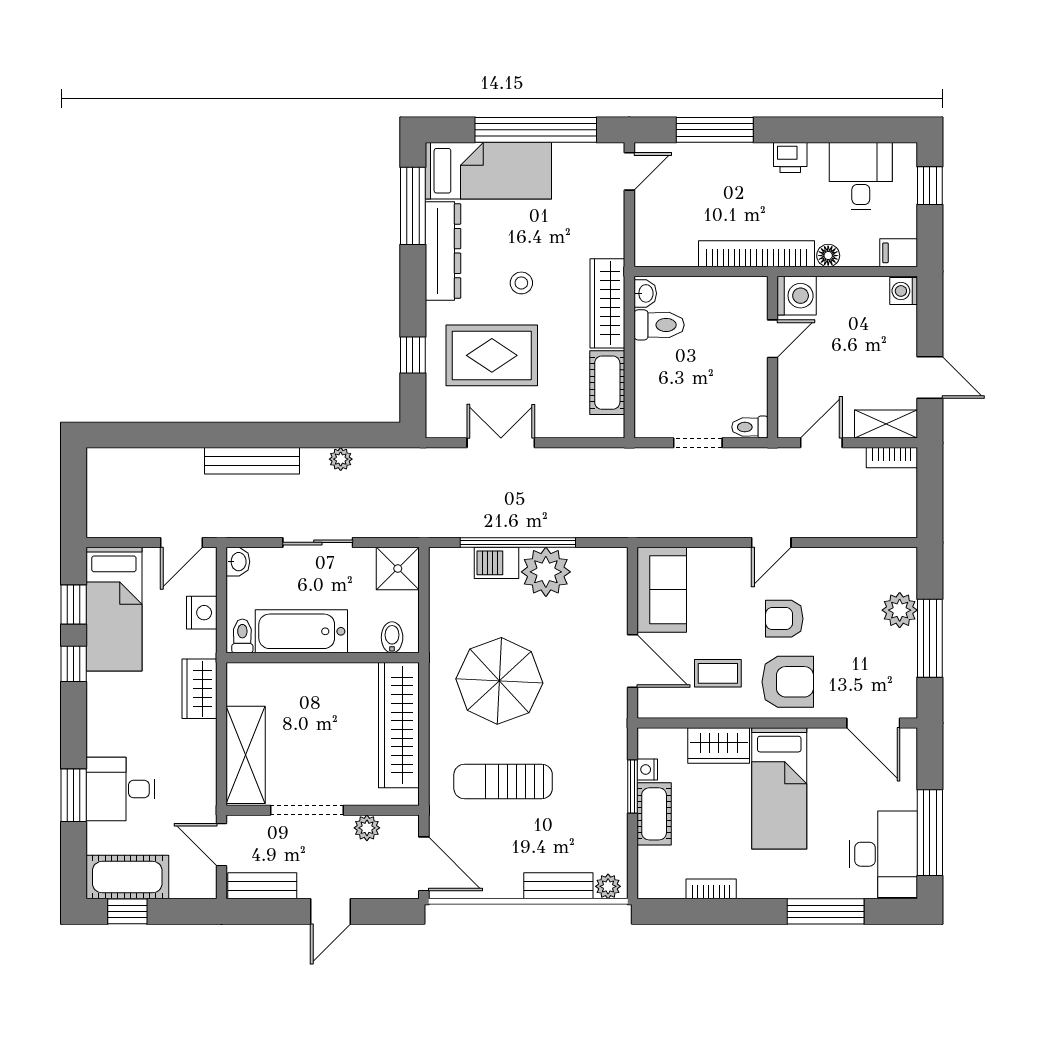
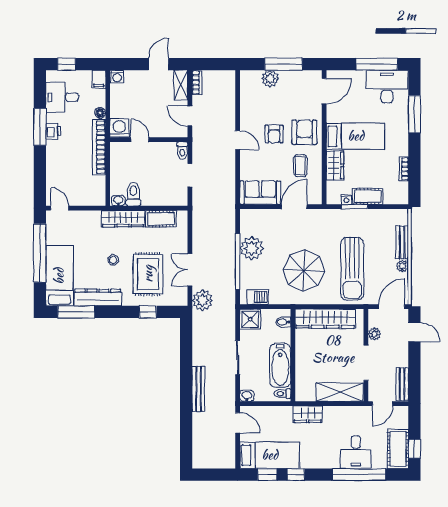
window: (715, 130) -> (40, 127), moved
plant: (341, 459) -> (202, 300), moved, width x1.88, depth x1.88
barbecue: (497, 563) -> (258, 297), moved, turned -90
nightstand: (202, 613) -> (271, 413), removed
sun lounger: (503, 782) -> (352, 269), width x1.36, depth x1.34
window: (74, 795) -> (359, 475), width x2.11
plant: (608, 886) -> (402, 266), moved
door: (330, 911) -> (414, 332), moved

